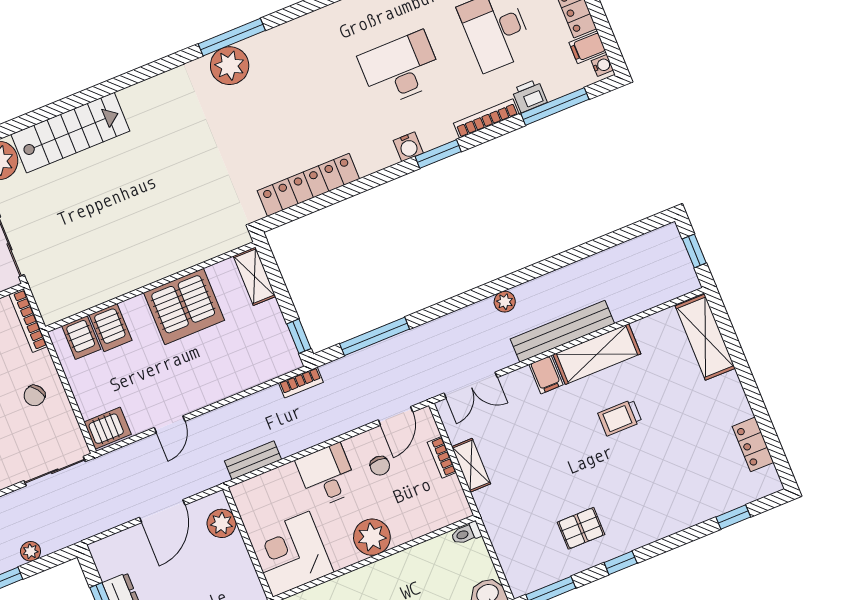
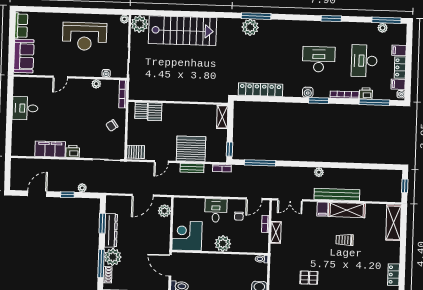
stairs: (70, 133) -> (182, 31), width x1.36, depth x1.51
server rack: (184, 306) -> (191, 149), moved, turned 180
bench: (253, 460) -> (192, 168), moved

